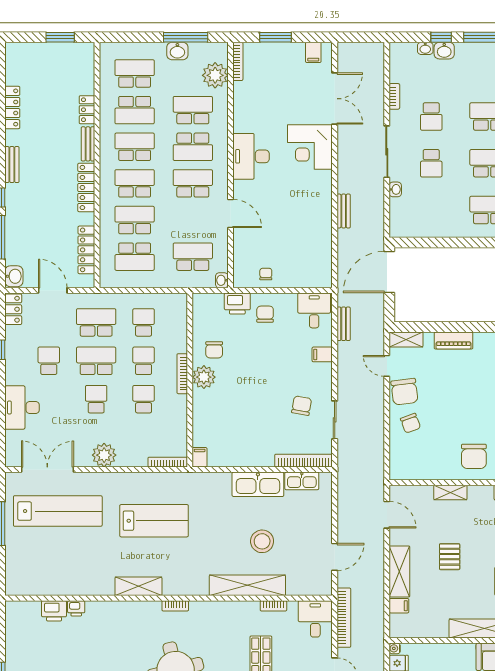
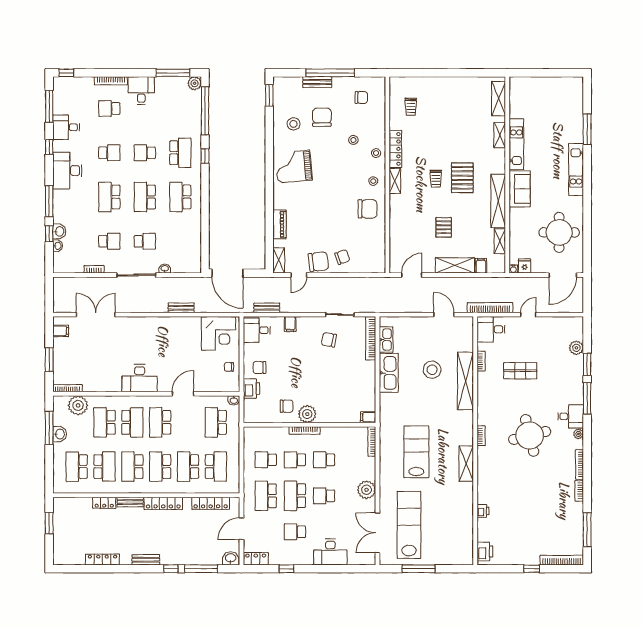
corner desk: (310, 147) -> (219, 333), moved
shelving: (450, 492) -> (500, 241), moved
pallet: (450, 557) -> (444, 227), turned 90
printer: (54, 611) -> (485, 551), moved

